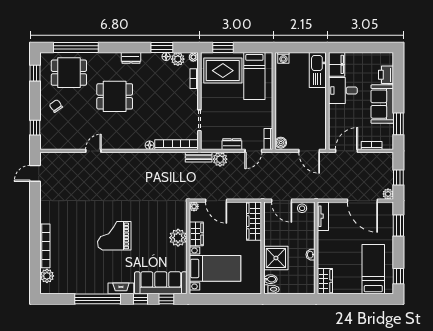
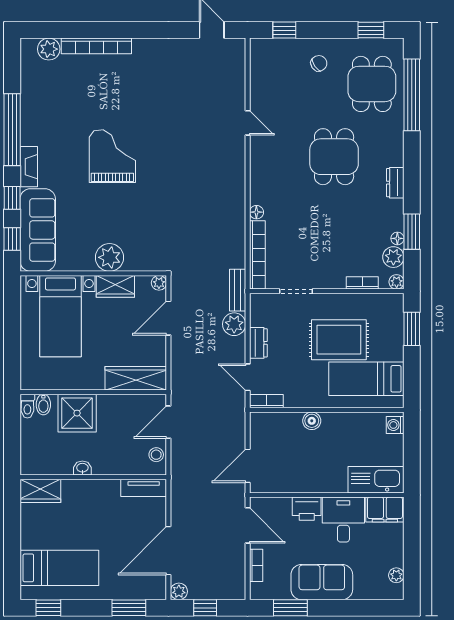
plant: (378, 57) -> (396, 575), added
rug: (223, 71) -> (339, 340), moved, turned 90
printer: (386, 75) -> (307, 509), moved, turned 180
boiler: (281, 143) -> (312, 421), moved

